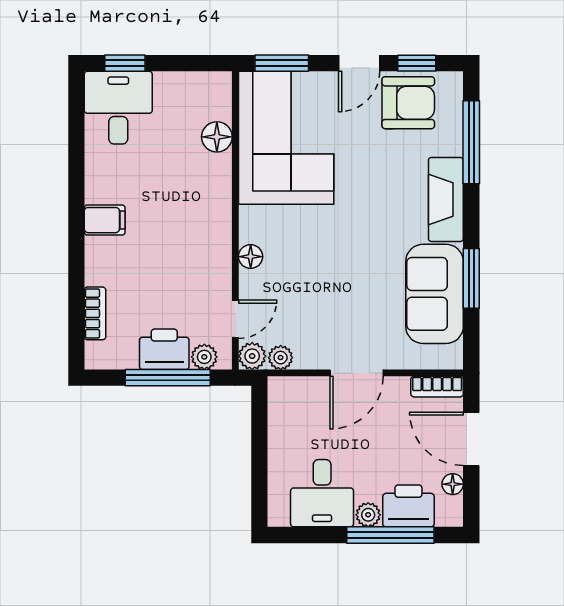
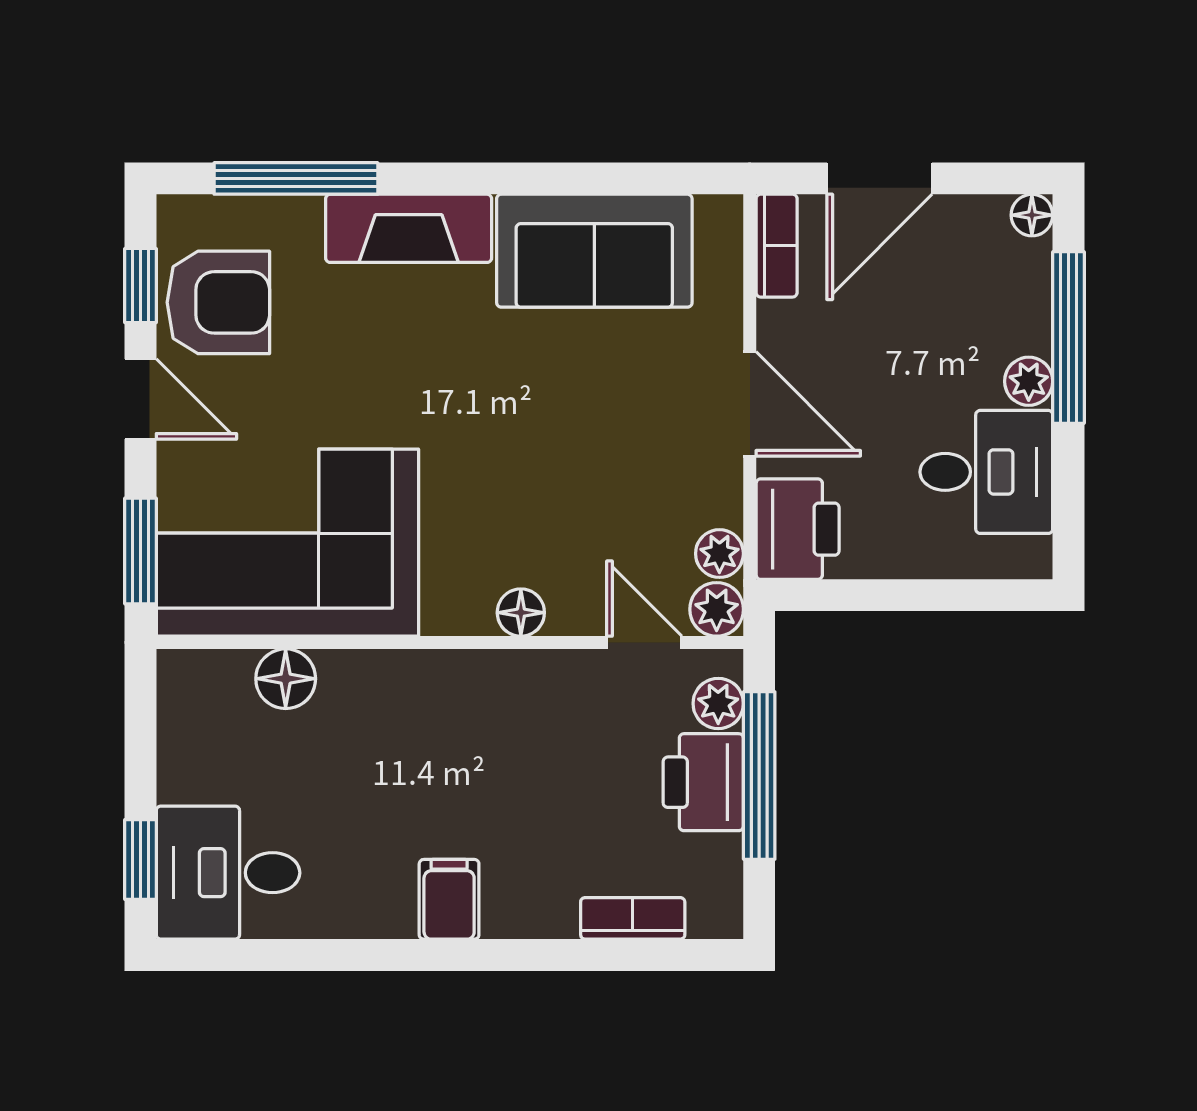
armchair: (408, 103) -> (218, 302), turned 90
window: (471, 278) -> (564, 178), removed
floor lamp: (453, 484) -> (1032, 215), moved
printer: (408, 506) -> (798, 529), moved, turned 180

